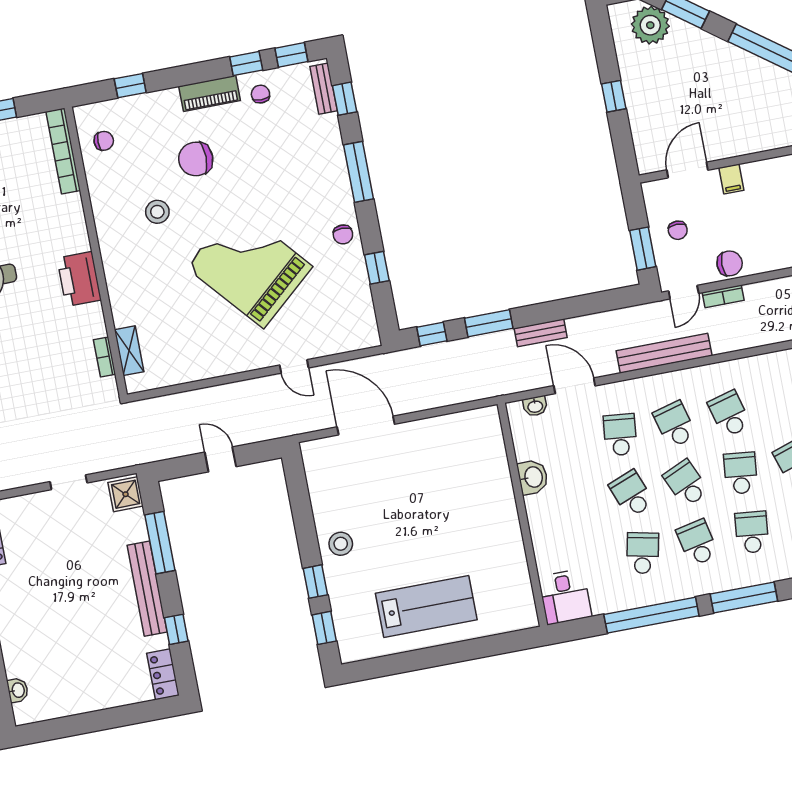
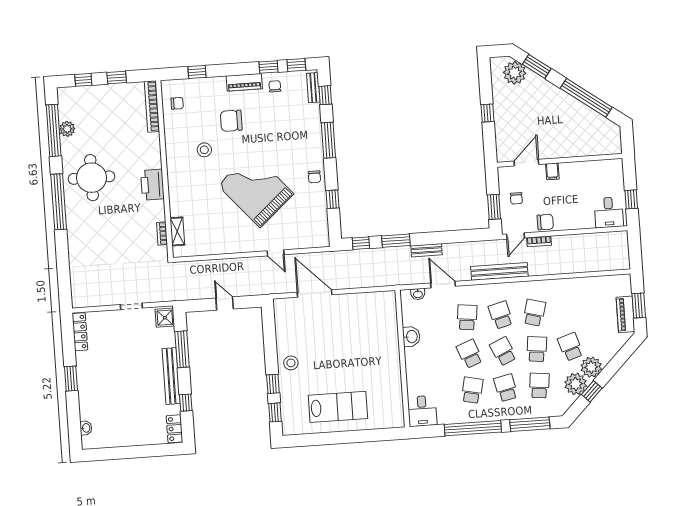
school desk: (729, 414) -> (534, 313), turned 30

